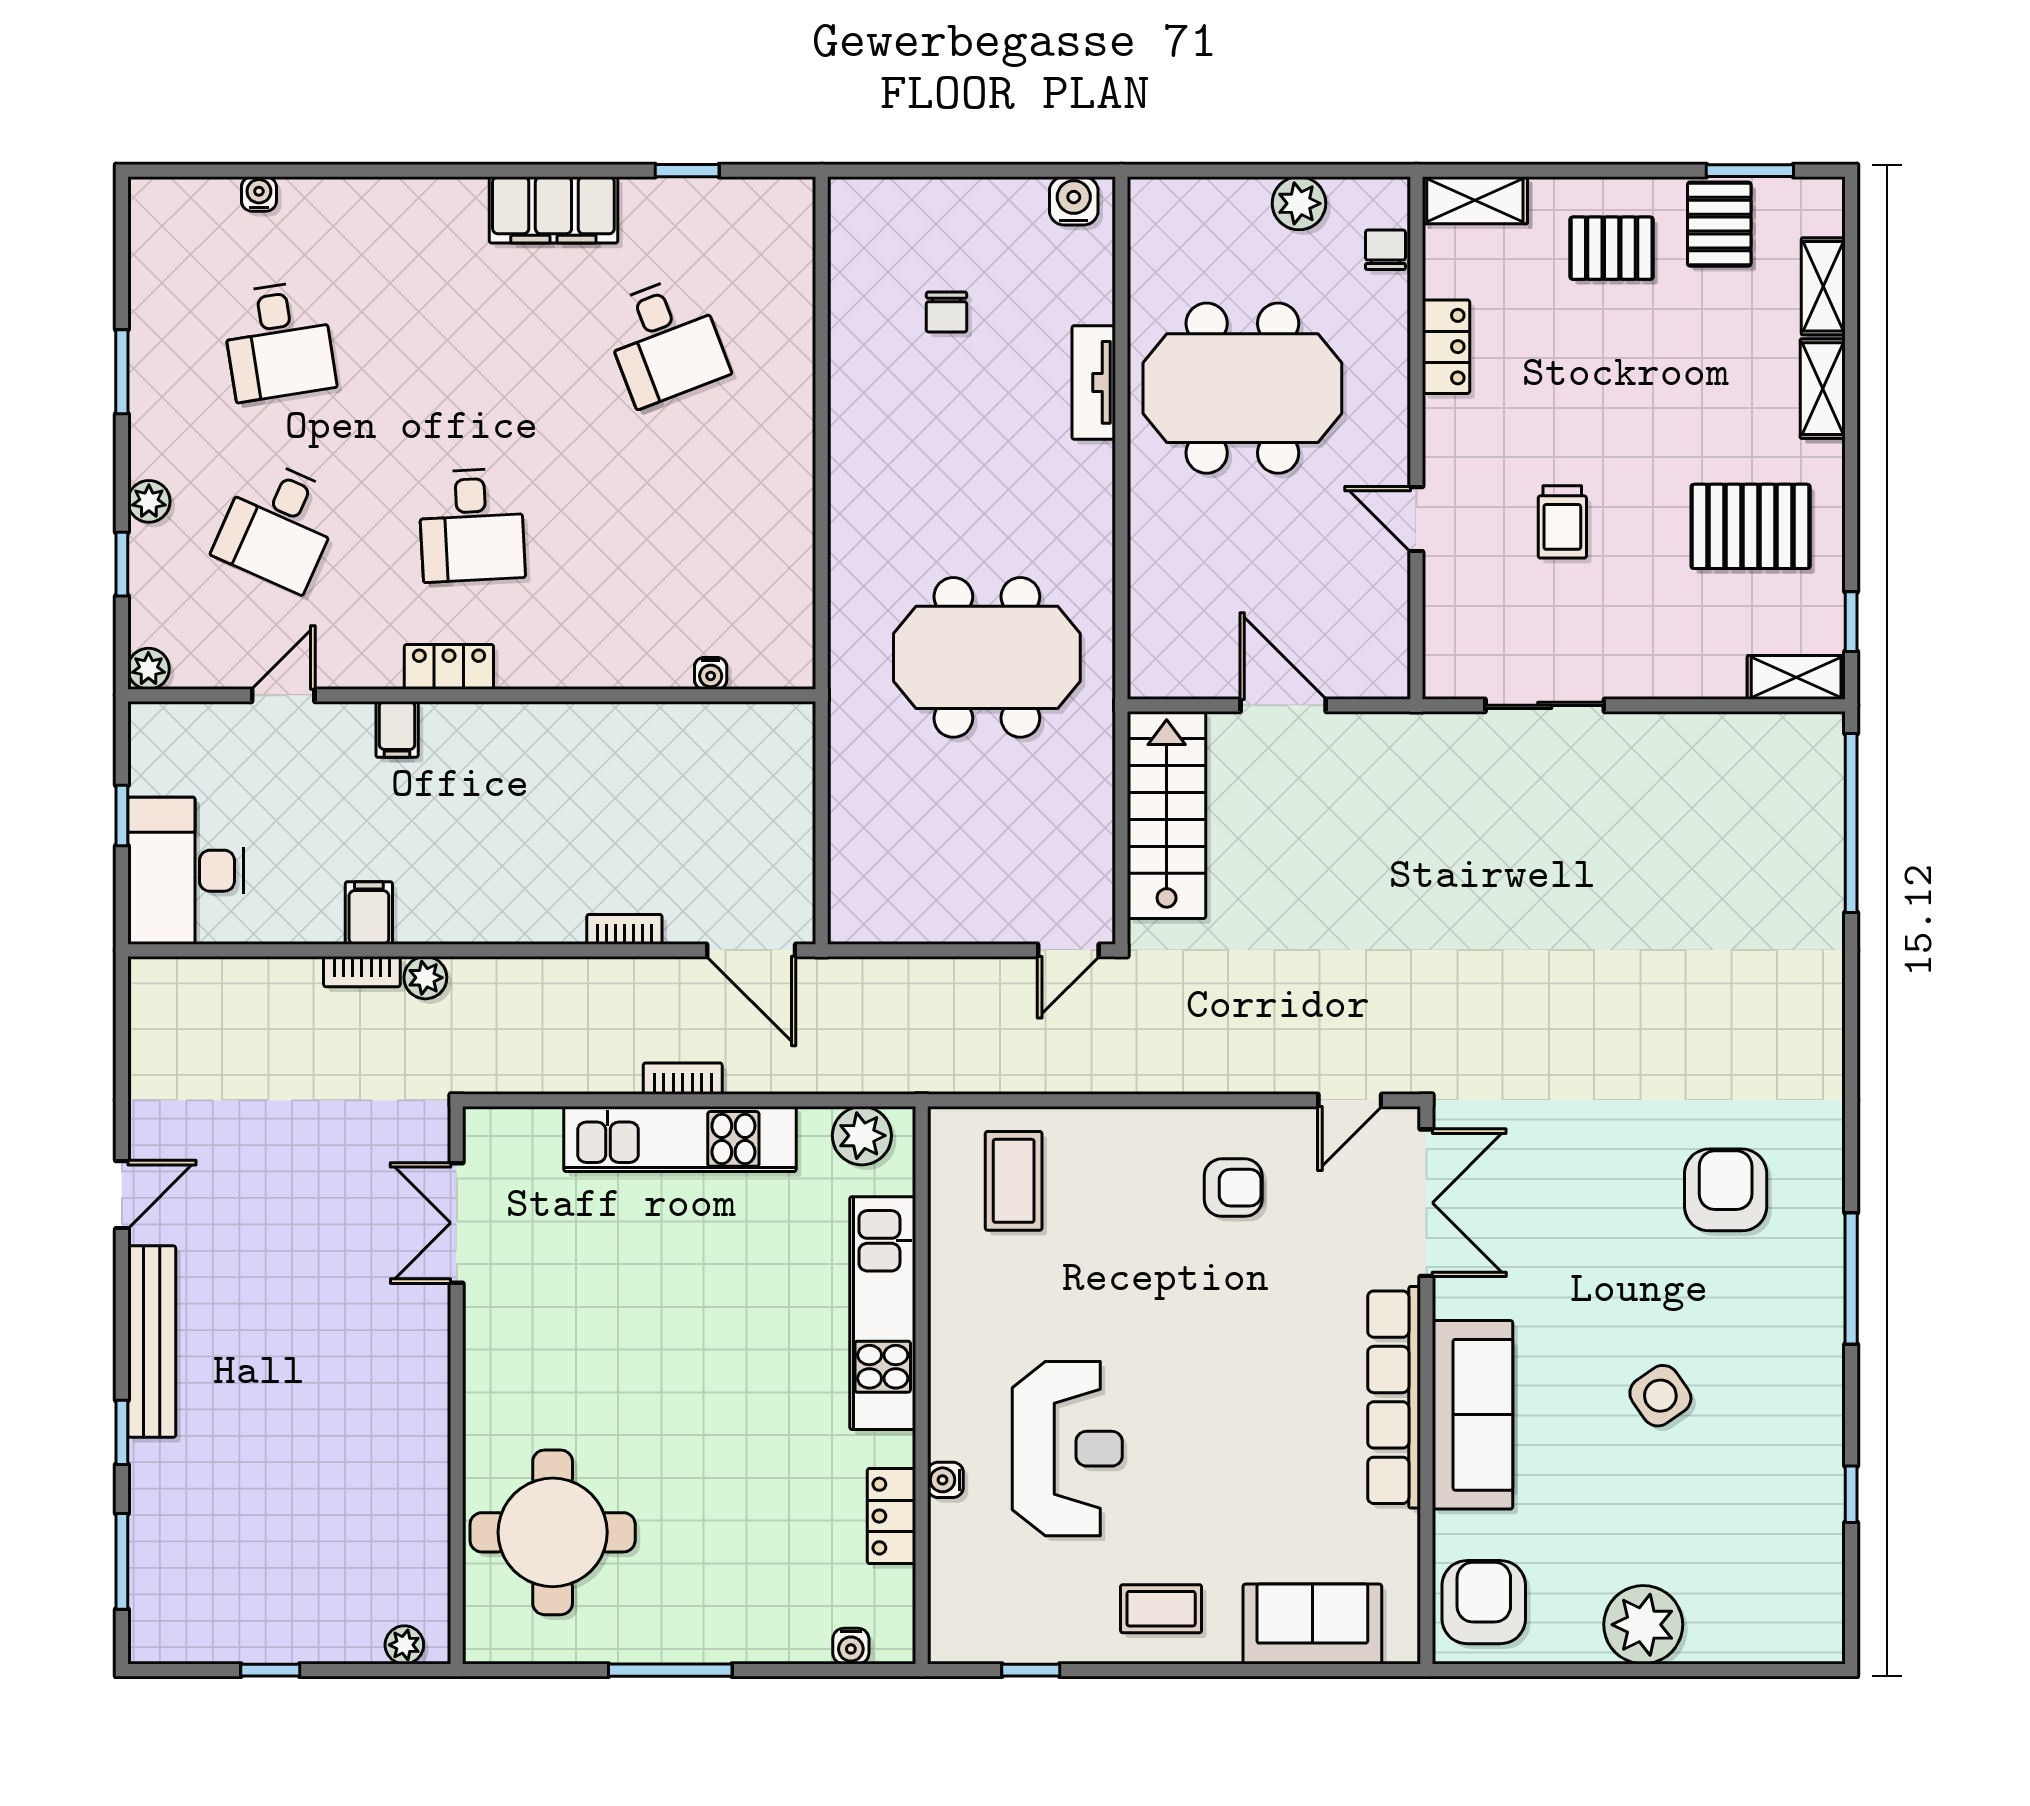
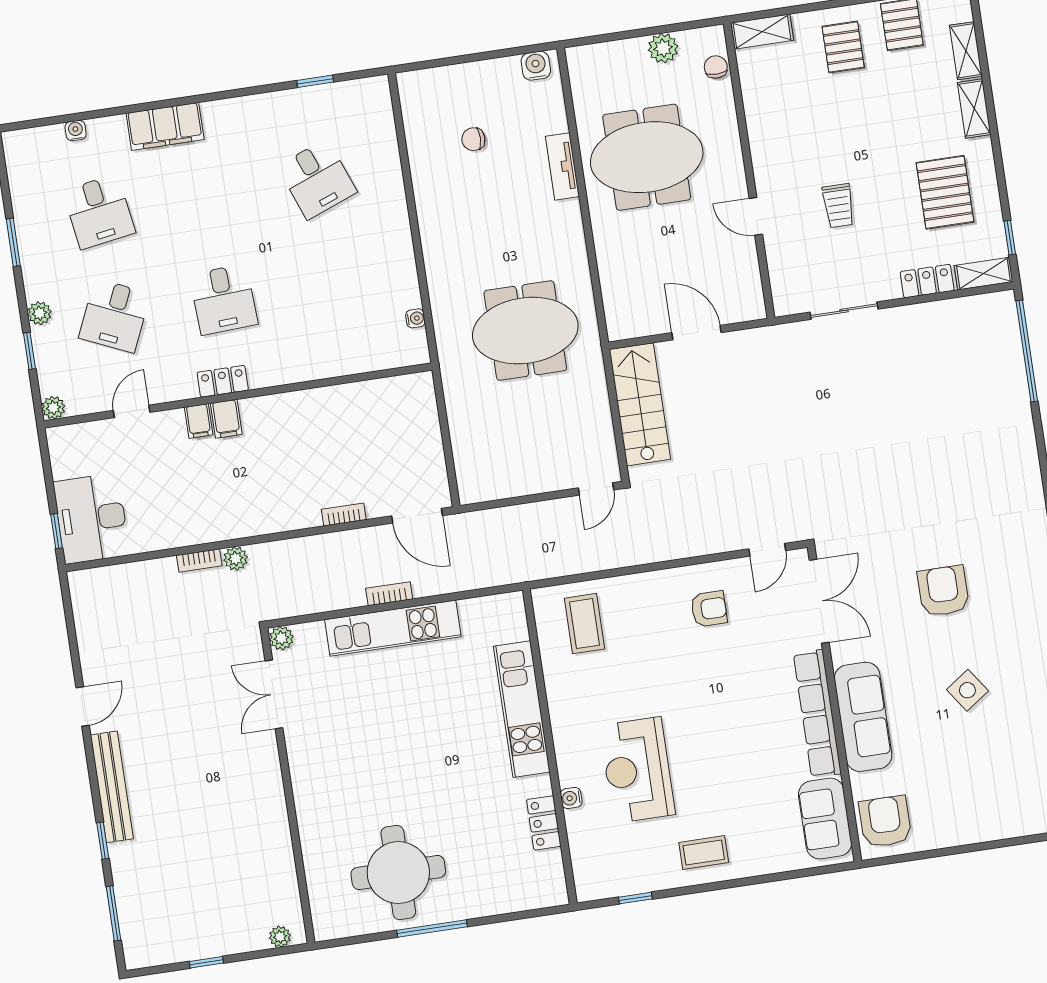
filing cabinet: (553, 210) -> (165, 126), moved
pallet: (1612, 248) -> (843, 47), turned 90
chair: (947, 312) -> (473, 139), turned 90
locker: (1446, 347) -> (927, 281), moved, turned -90
pallet: (1751, 526) -> (945, 192), turned 90
water cooler: (711, 673) -> (415, 318), moved, turned -90
window: (122, 816) -> (56, 531), moved
filing cabinet: (369, 913) -> (226, 419), moved, turned 180
plant: (862, 1136) -> (281, 638), moved, width x0.73, depth x0.73
armchair: (1726, 1190) -> (943, 591), moved
reception desk: (1067, 1449) -> (637, 770), turned 180
round table: (553, 1532) -> (398, 873), moved
sofa: (1312, 1624) -> (825, 819), moved, turned -90
plant: (1643, 1625) -> (977, 821), removed
water cooler: (851, 1646) -> (532, 900), removed

